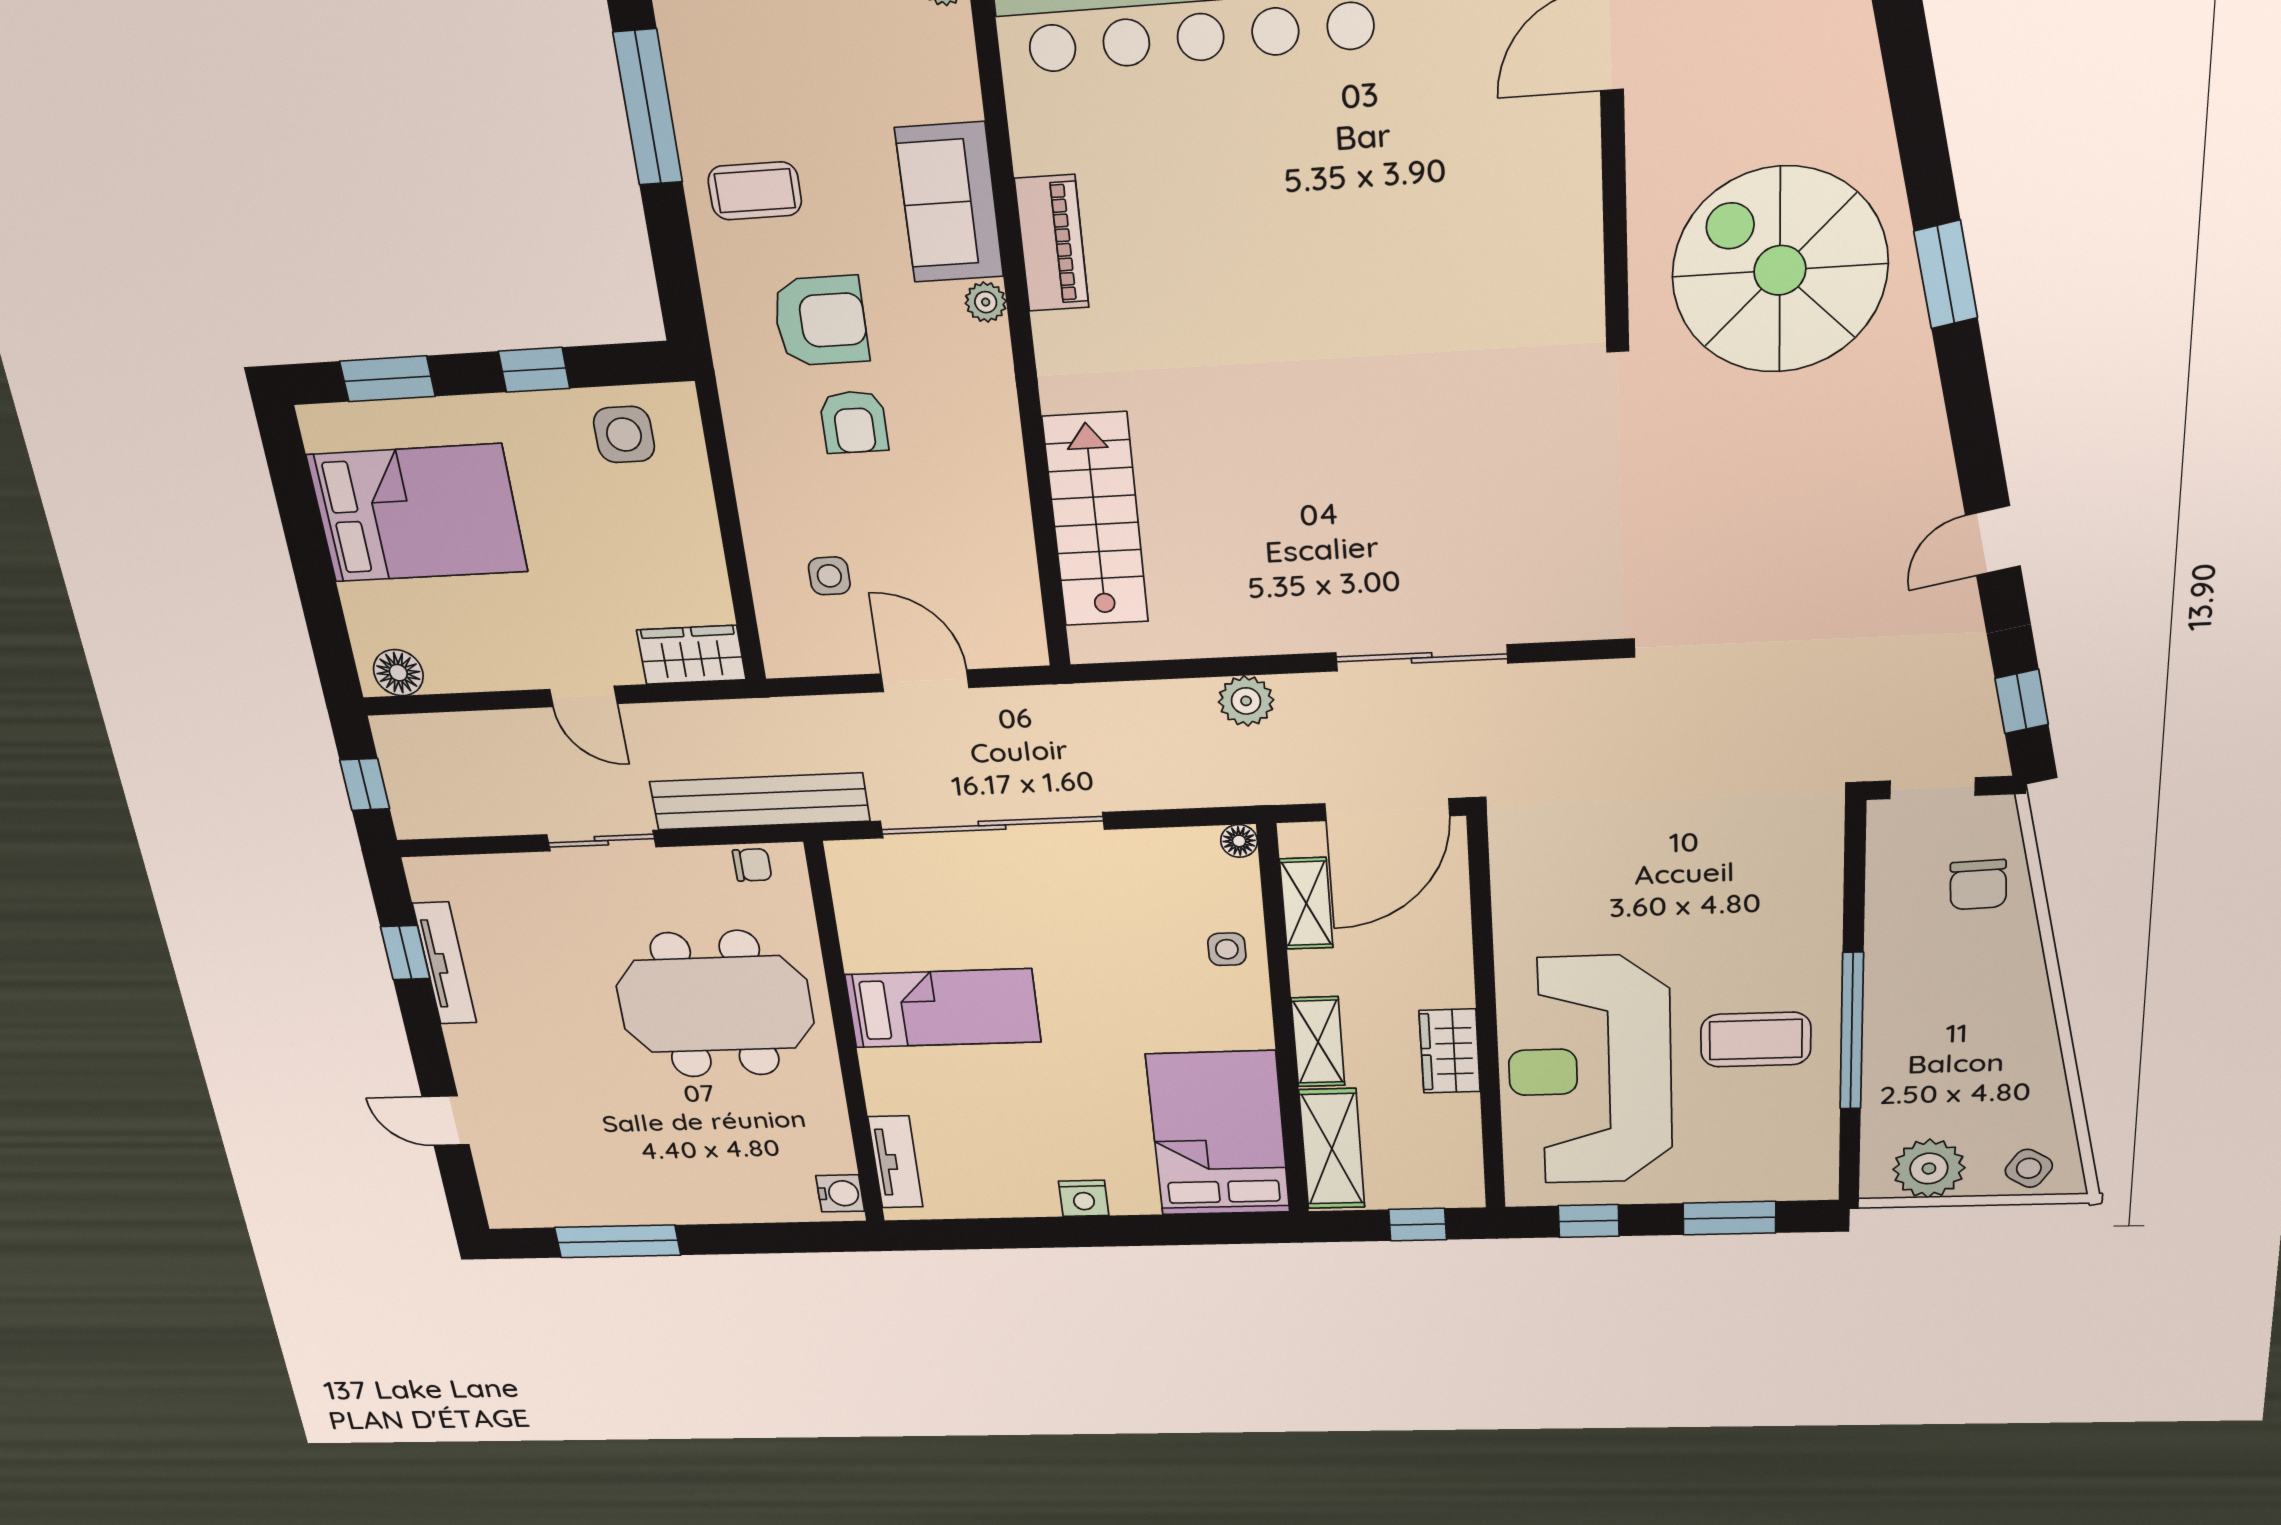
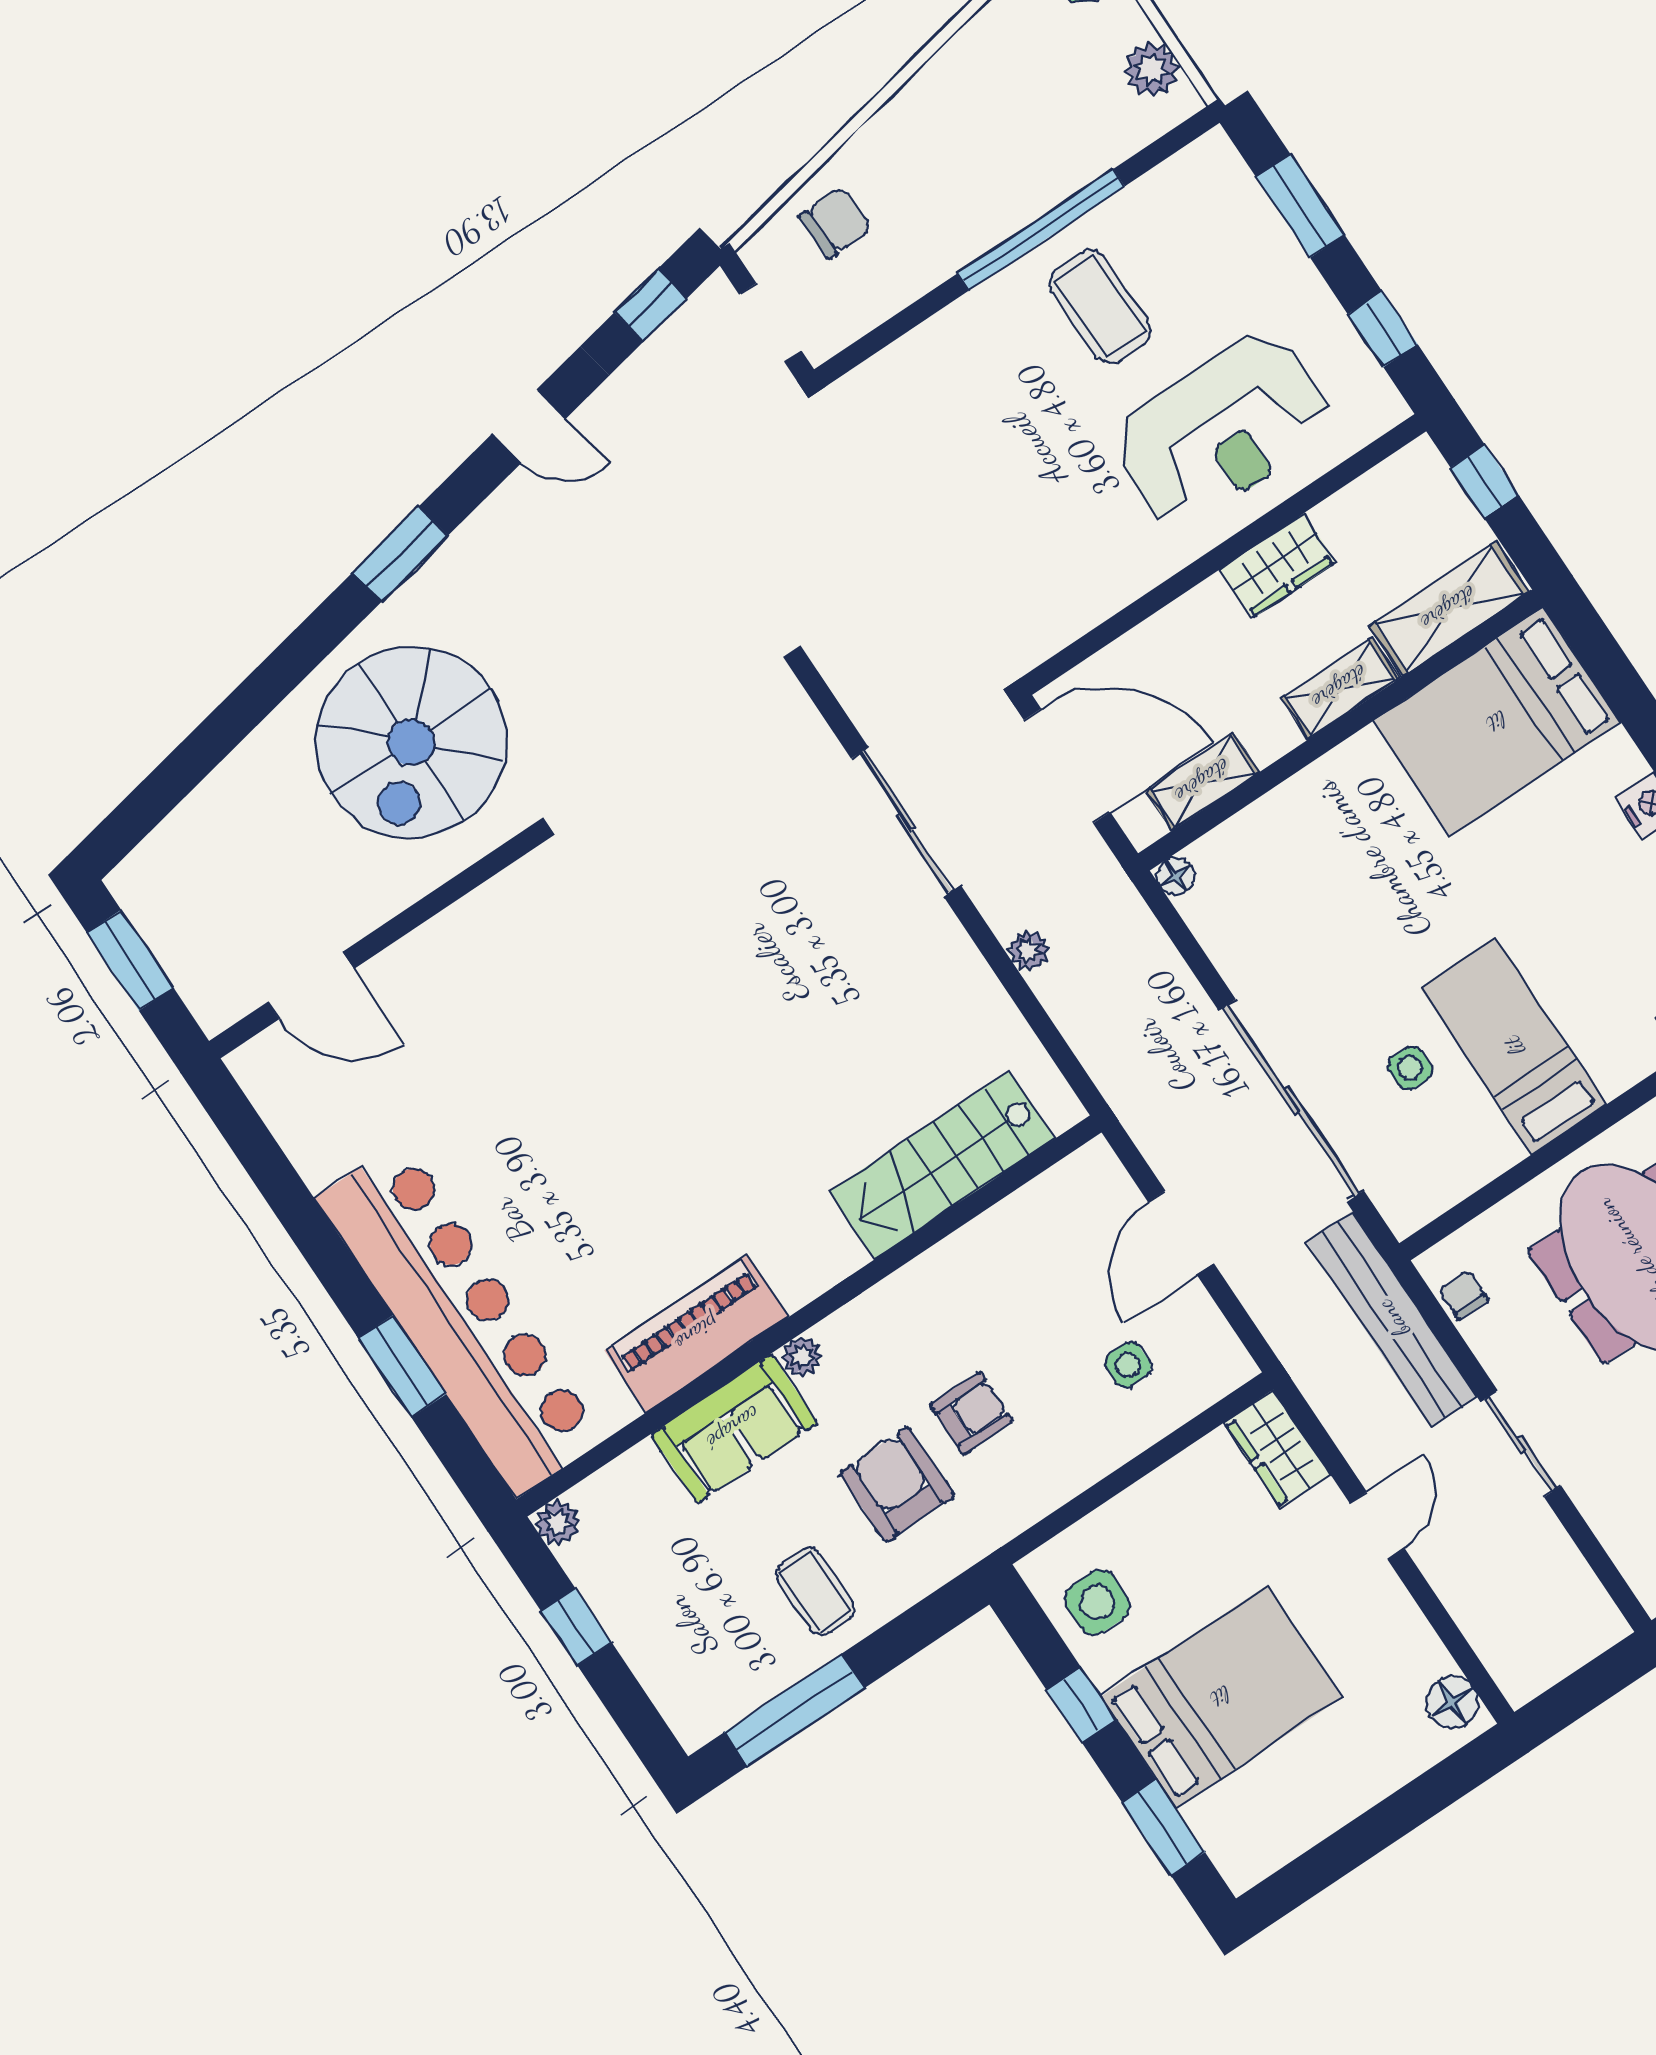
piano: (1052, 243) -> (697, 1334), width x1.37, depth x1.33
window: (1946, 275) -> (400, 554), moved
bed: (417, 513) -> (1221, 1697), moved, turned 90
plant: (1246, 701) -> (1029, 951), width x0.73, depth x0.73
window: (365, 784) -> (1591, 1686), removed
side table: (1227, 949) -> (1410, 1068), moved
reception desk: (1590, 1071) -> (1222, 430), width x0.74, depth x0.77
plant: (1929, 1169) -> (1151, 70), width x0.73, depth x0.73

